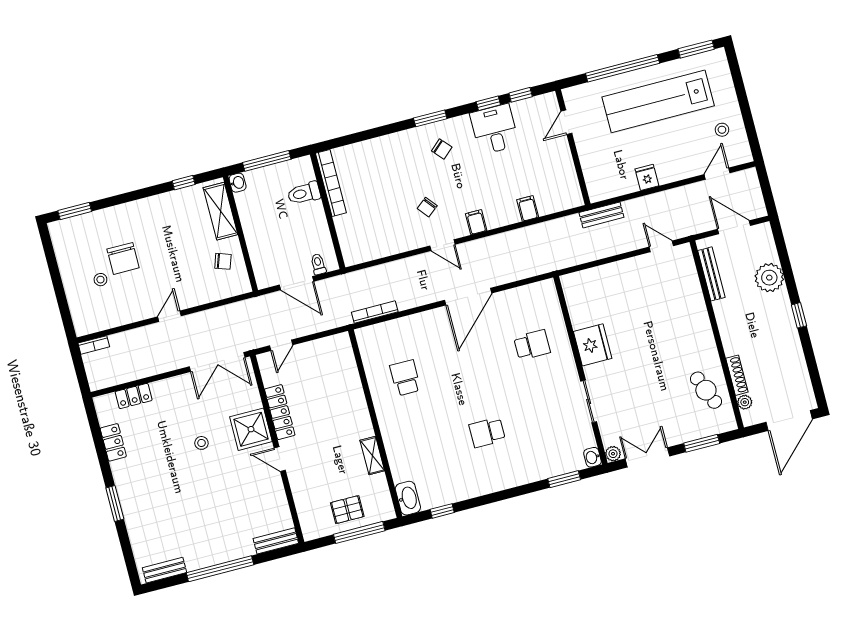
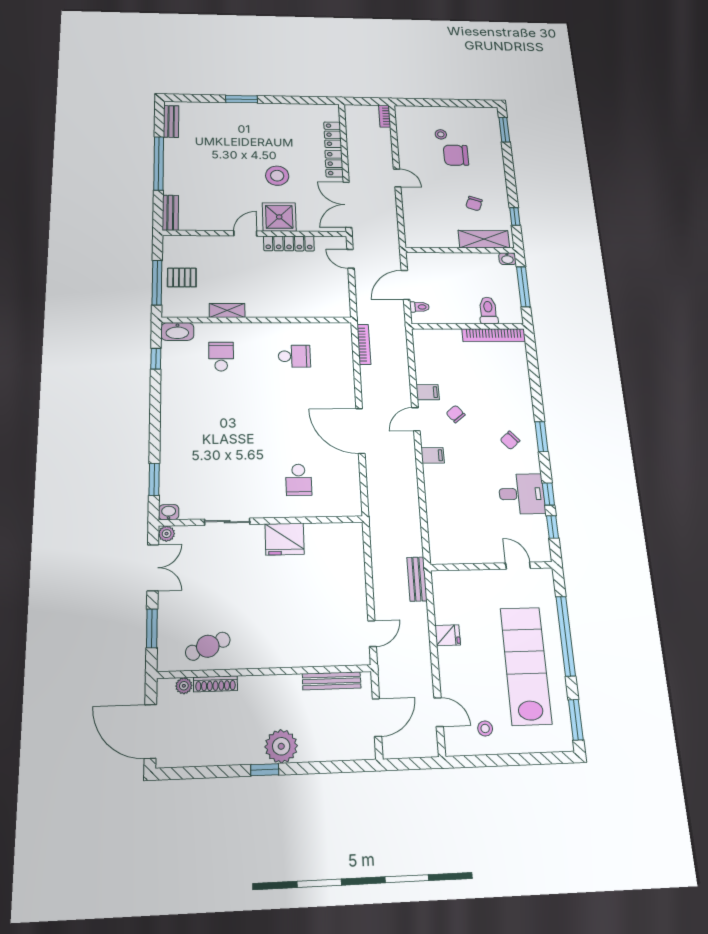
filing cabinet: (528, 208) -> (428, 392), moved
chair: (223, 261) -> (474, 204), moved
plant: (769, 278) -> (281, 746), moved
school desk: (487, 432) -> (221, 356), moved
locker: (113, 442) -> (334, 164), moved, turned 90
stool: (201, 443) -> (277, 176), width x1.89, depth x1.89
pallet: (347, 510) -> (182, 277), turned 90

